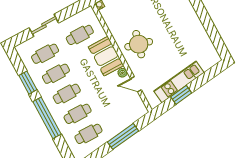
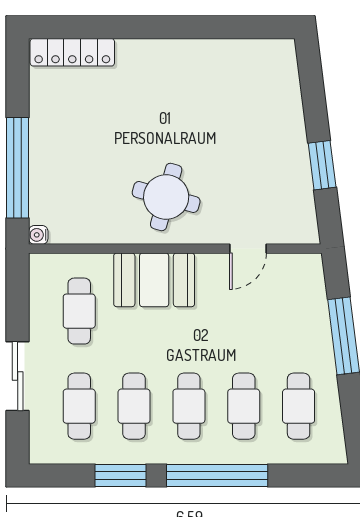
plant: (122, 73) -> (208, 264), removed
kitchen unit: (179, 82) -> (292, 155), removed

